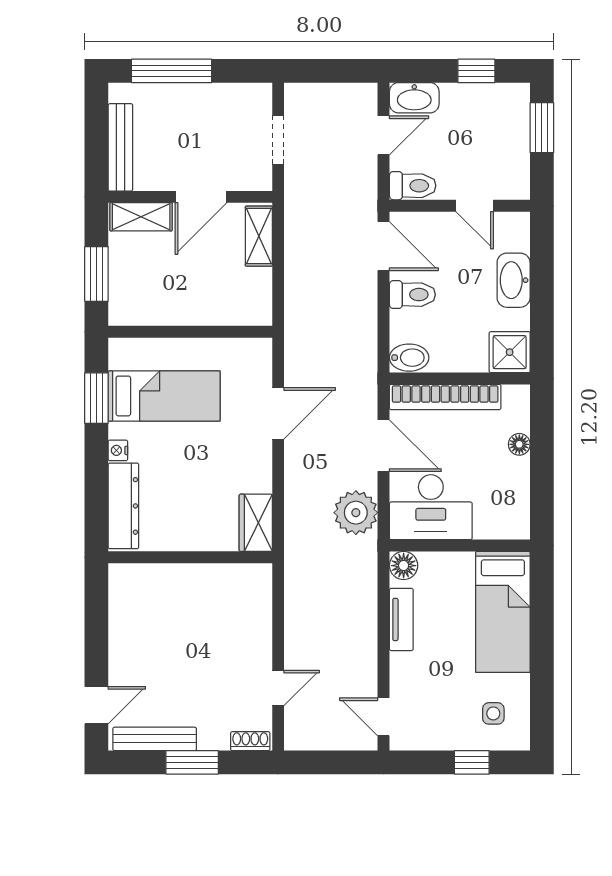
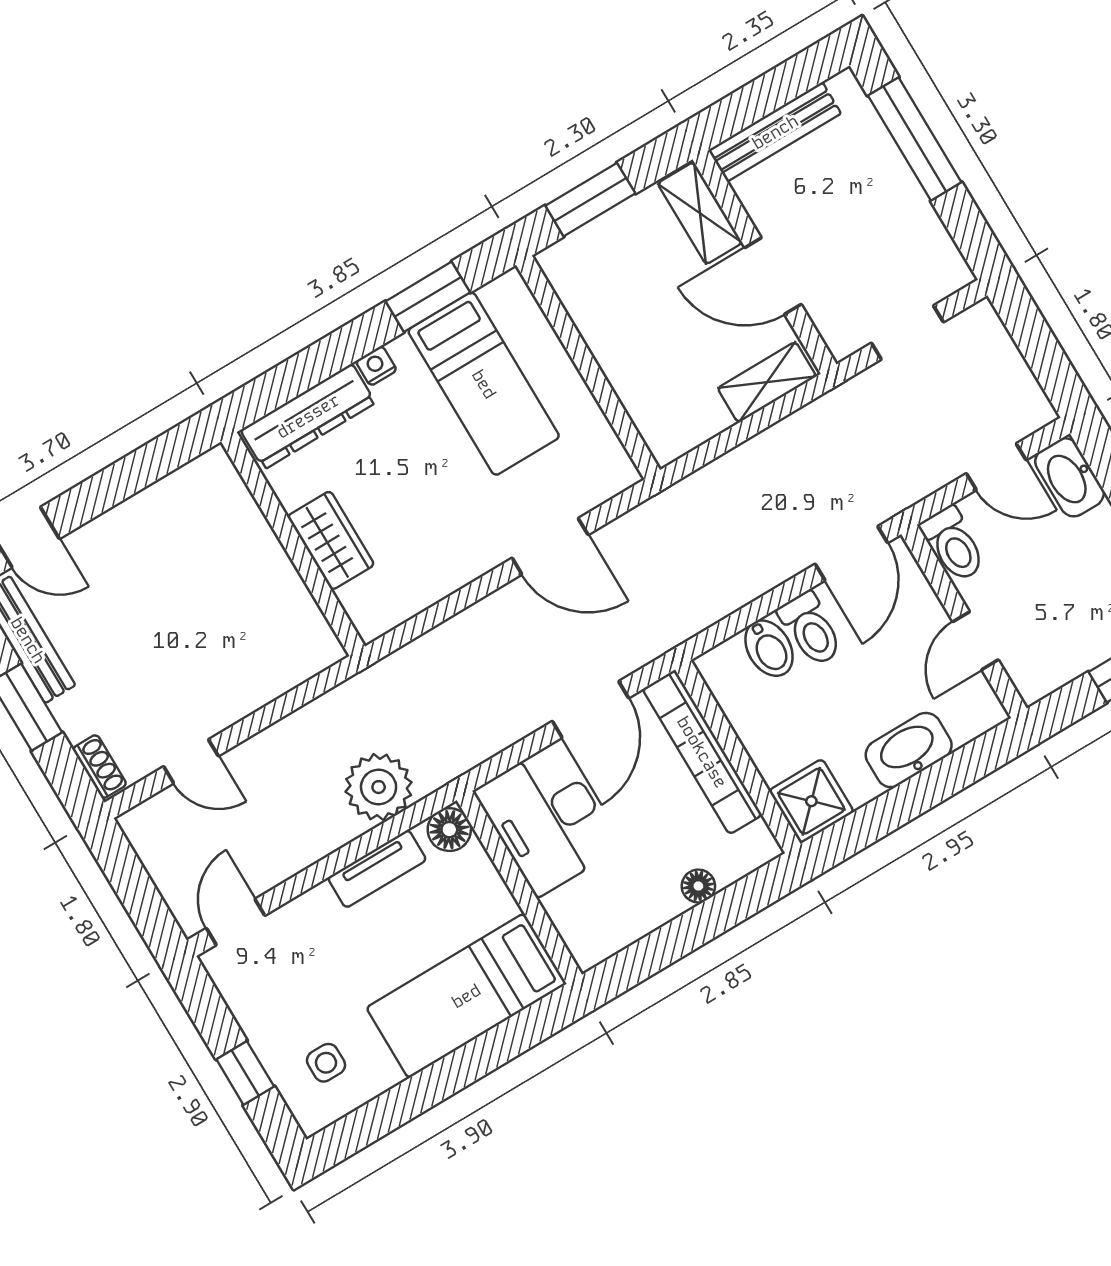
bidet: (409, 358) -> (769, 648), moved
plant: (356, 513) -> (379, 787), moved
wardrobe: (256, 523) -> (331, 540), moved, turned 90

